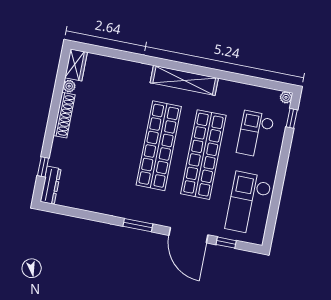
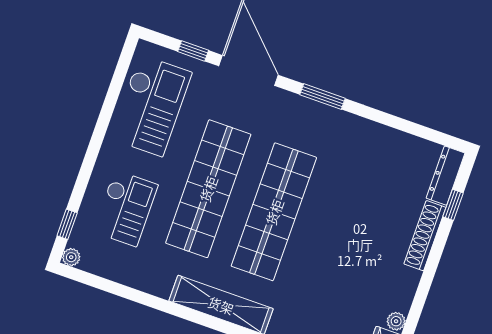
shoe rack: (64, 115) -> (425, 236), moved

